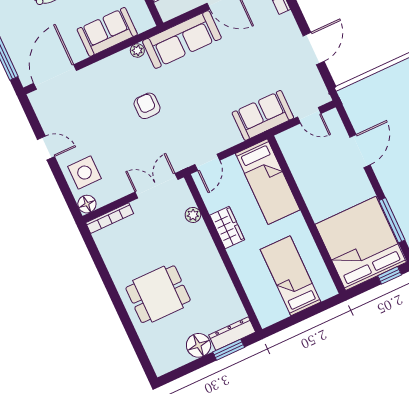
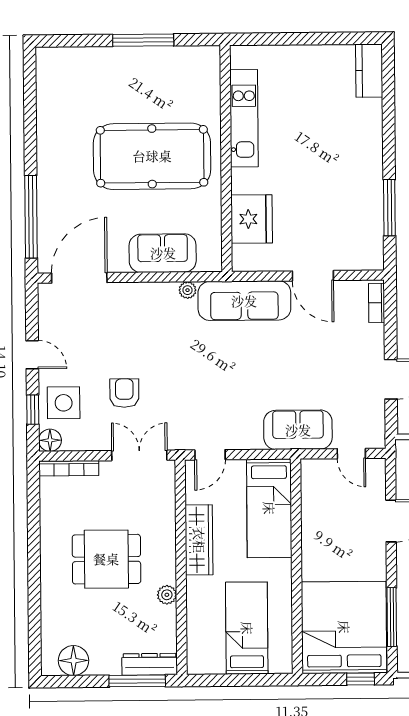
armchair: (147, 106) -> (124, 393), moved
window: (64, 188) -> (33, 410), added
plant: (193, 215) -> (167, 595), moved
wardrobe: (227, 228) -> (199, 540), width x1.50
dining table: (158, 294) -> (106, 559), moved
floor lamp: (199, 345) -> (74, 661), moved
window: (229, 350) -> (137, 681), width x1.44

